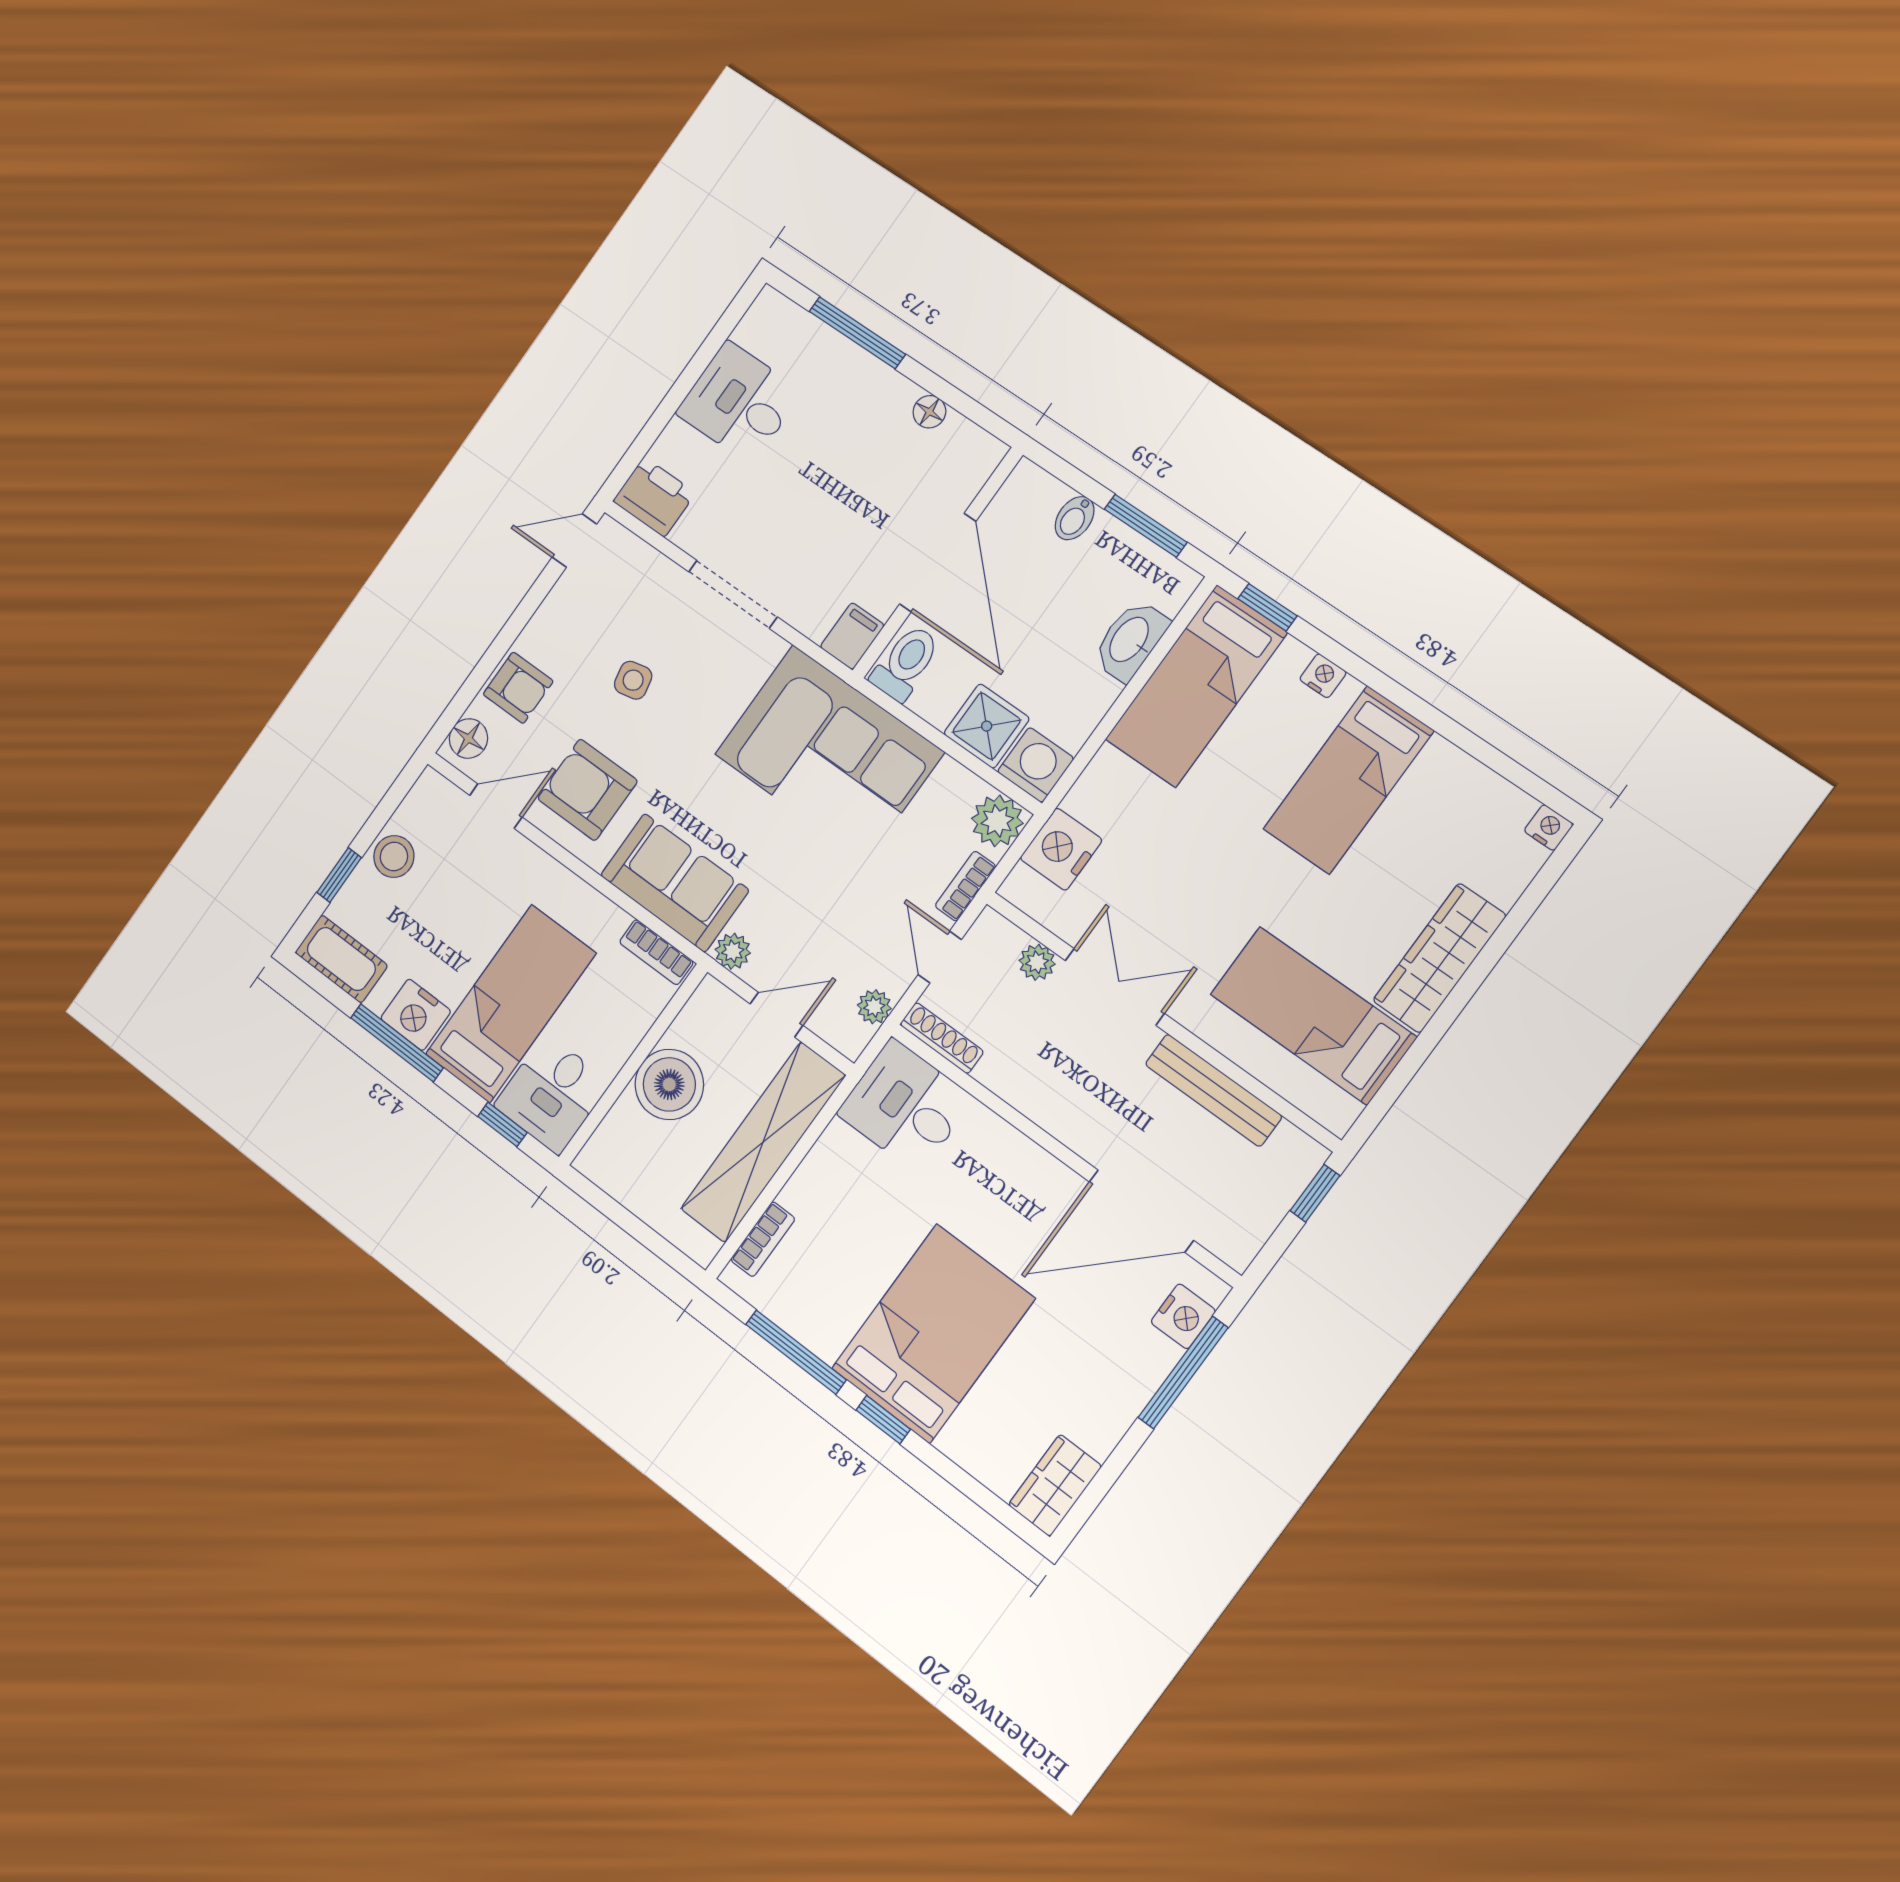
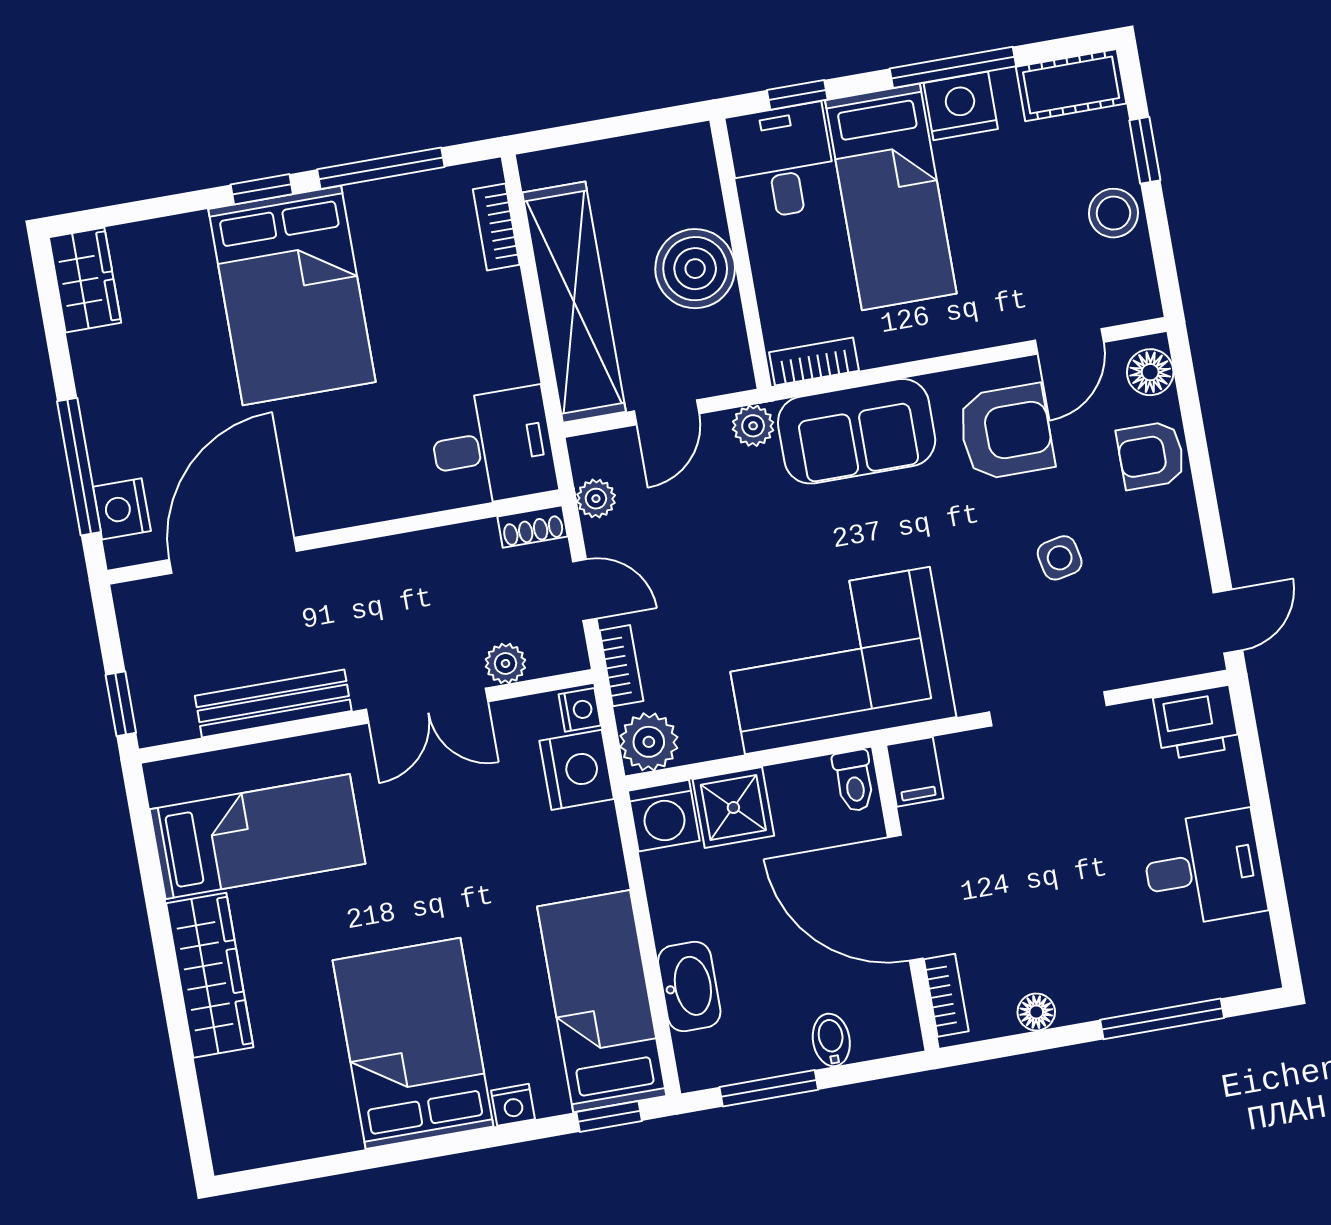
bookcase: (974, 477) -> (946, 995), added
toilet: (906, 663) -> (854, 781), width x0.73, depth x0.72
bed: (1348, 780) -> (413, 1043), width x1.50
nightstand: (1549, 828) -> (580, 710), moved, turned -90
shoe rack: (942, 1038) -> (532, 526), width x0.70

